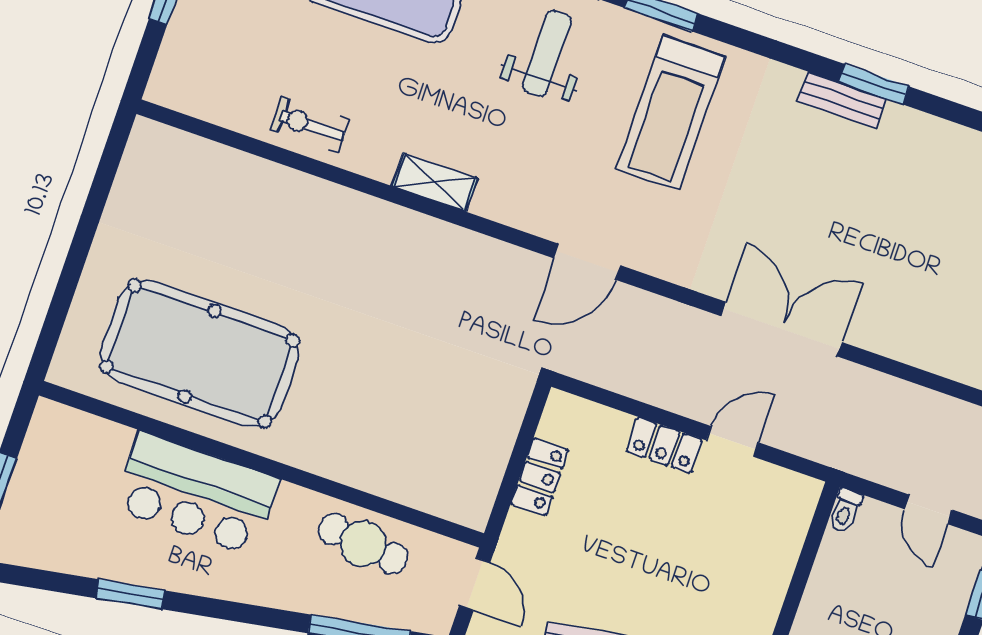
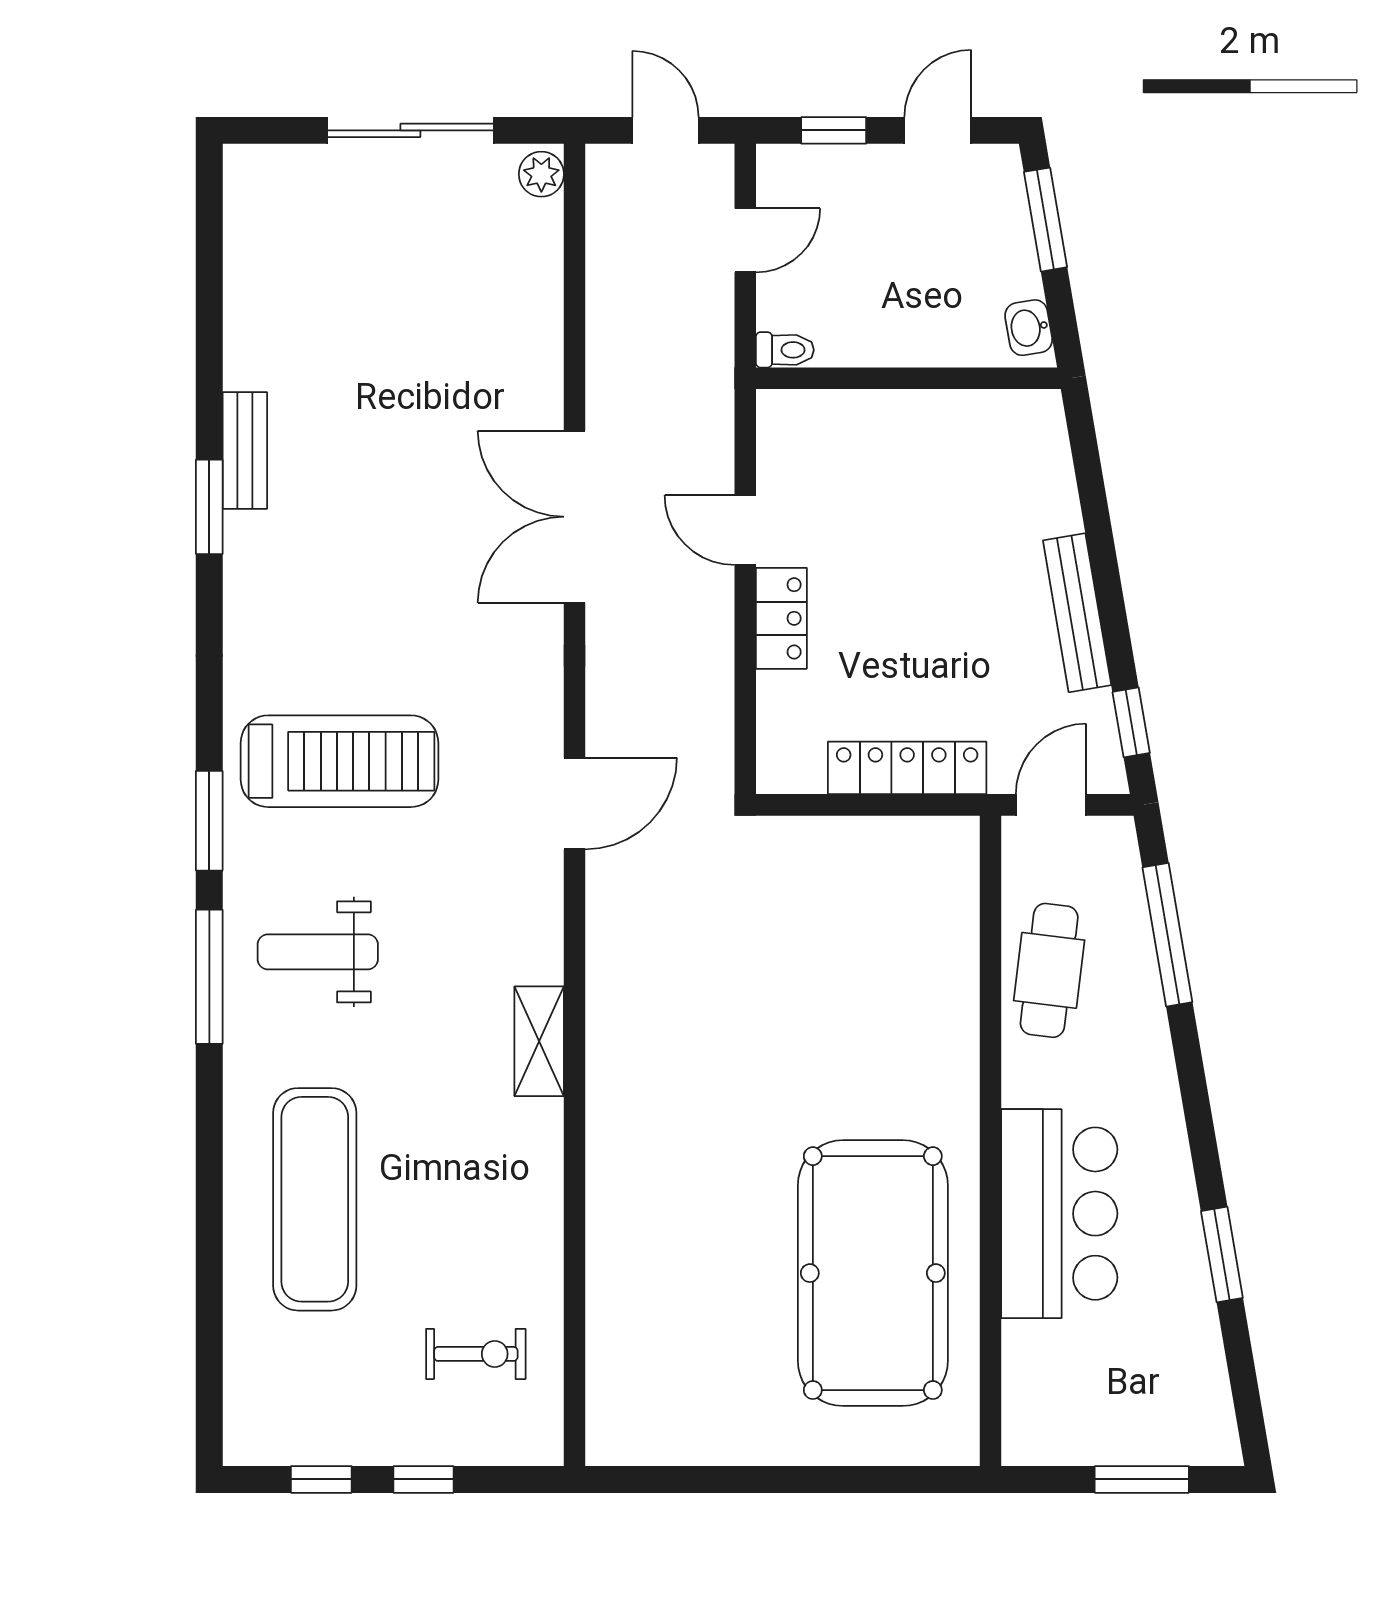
bench: (842, 100) -> (245, 450), moved
exercise bike: (309, 125) -> (476, 1354), moved, turned -90
door: (587, 262) -> (575, 803), hinge flipped
locker: (540, 477) -> (907, 768), width x1.53

